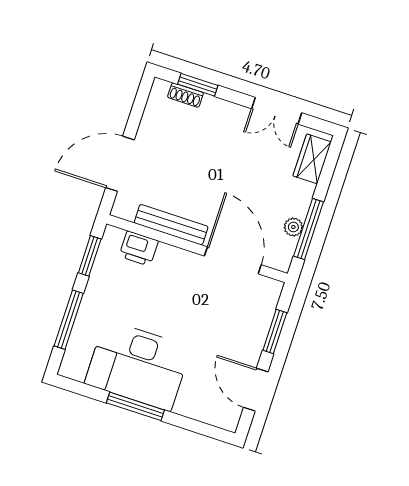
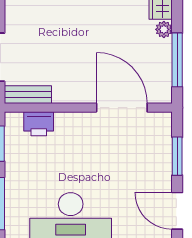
bench: (171, 225) -> (28, 95), moved, width x0.73
plant: (293, 227) -> (164, 29), moved

